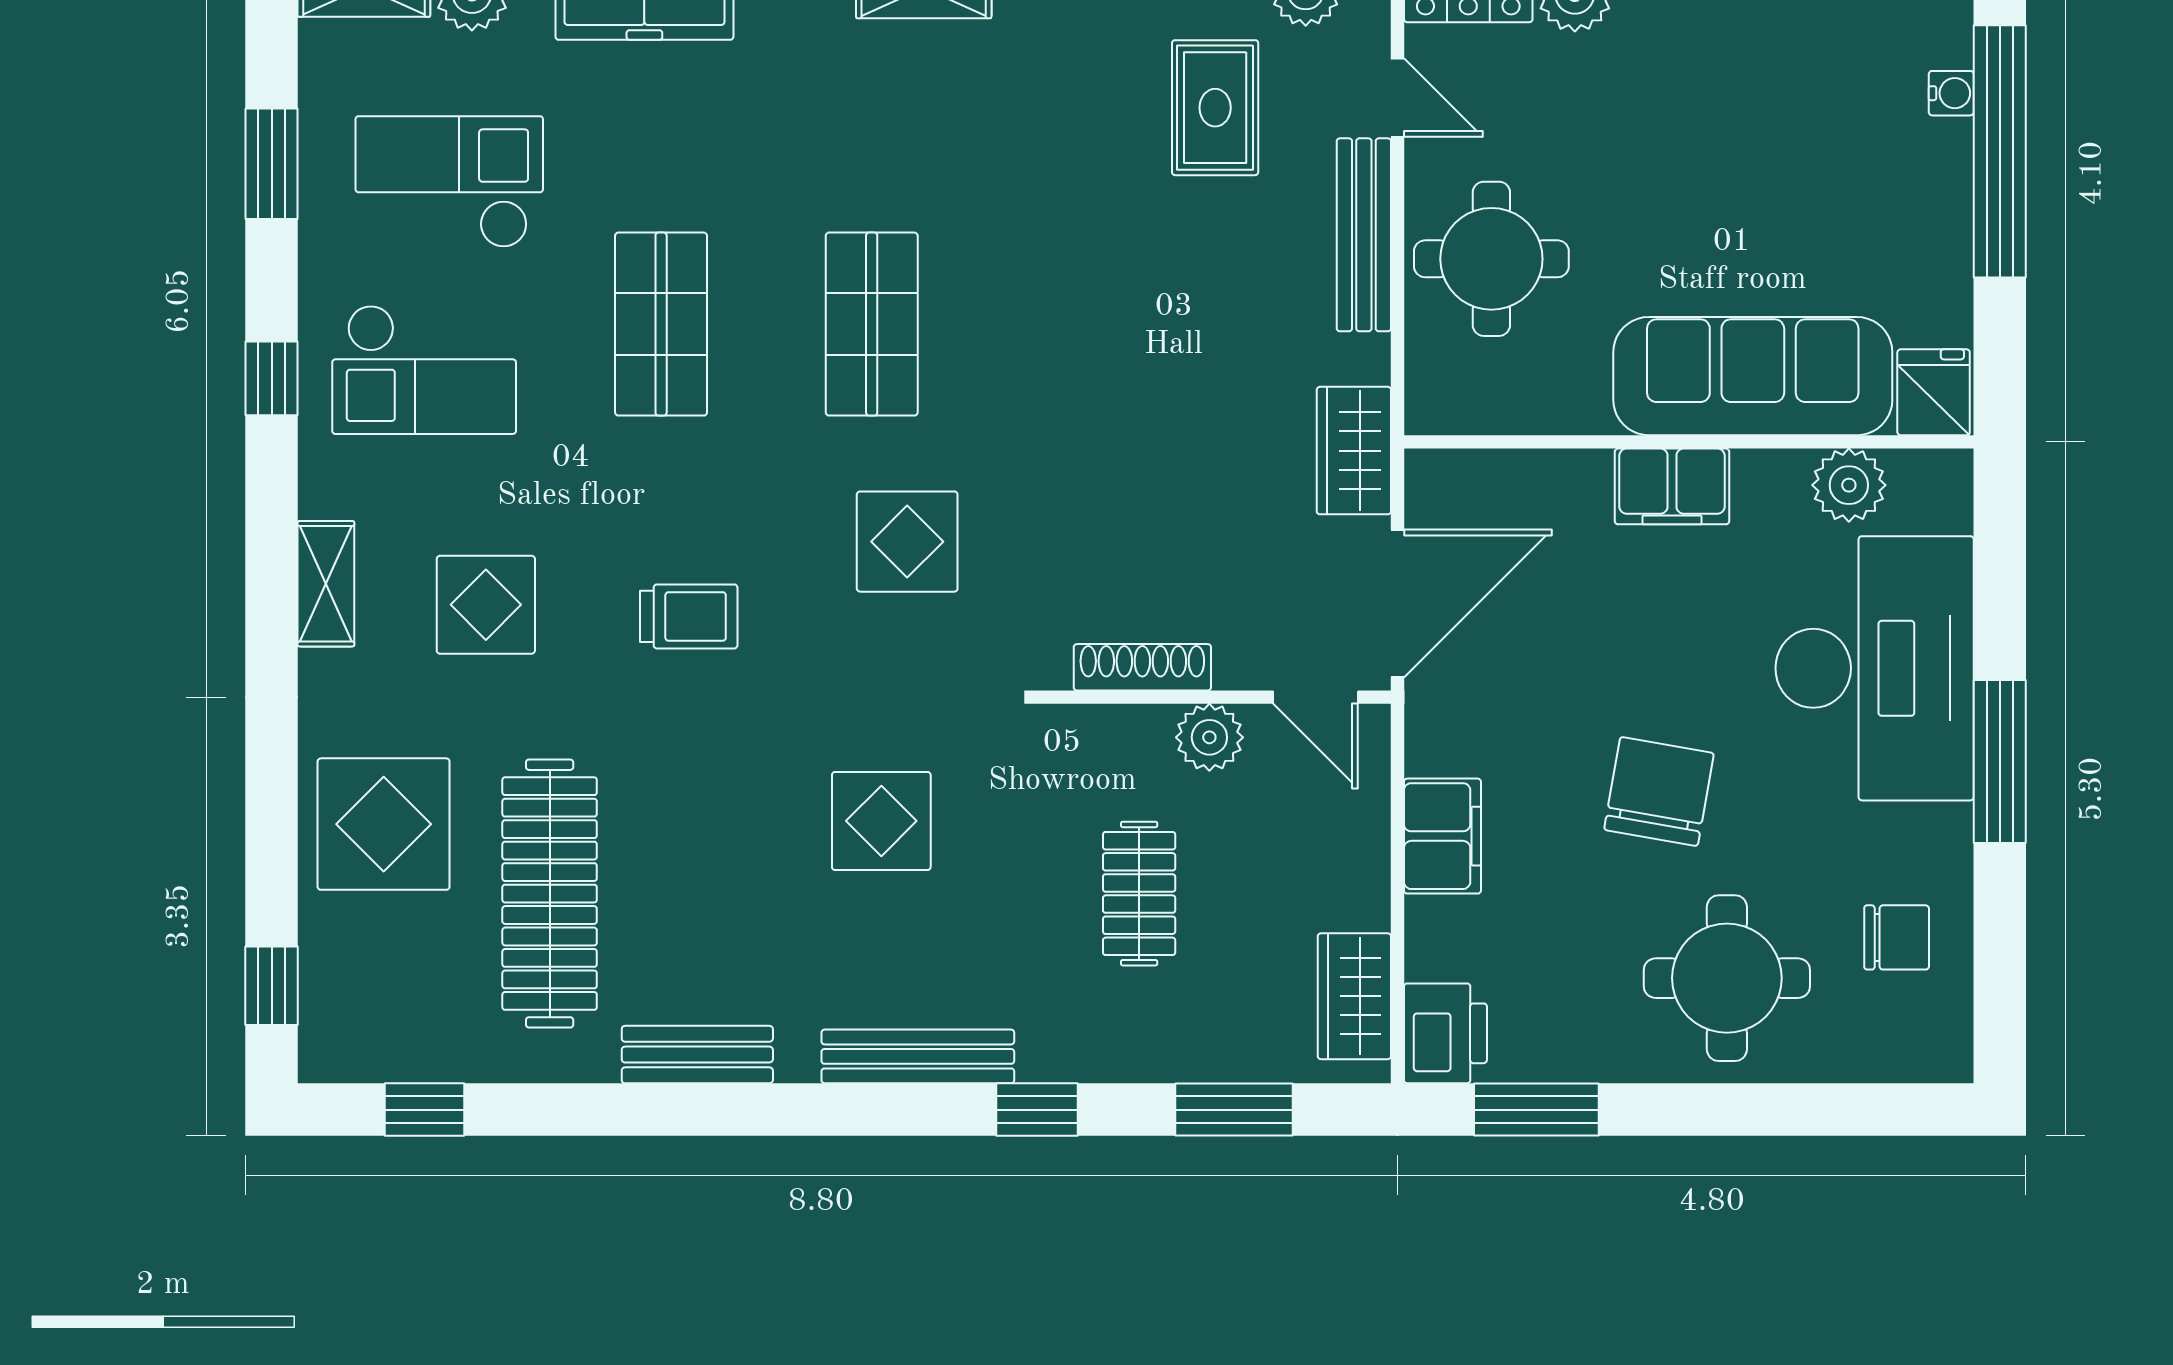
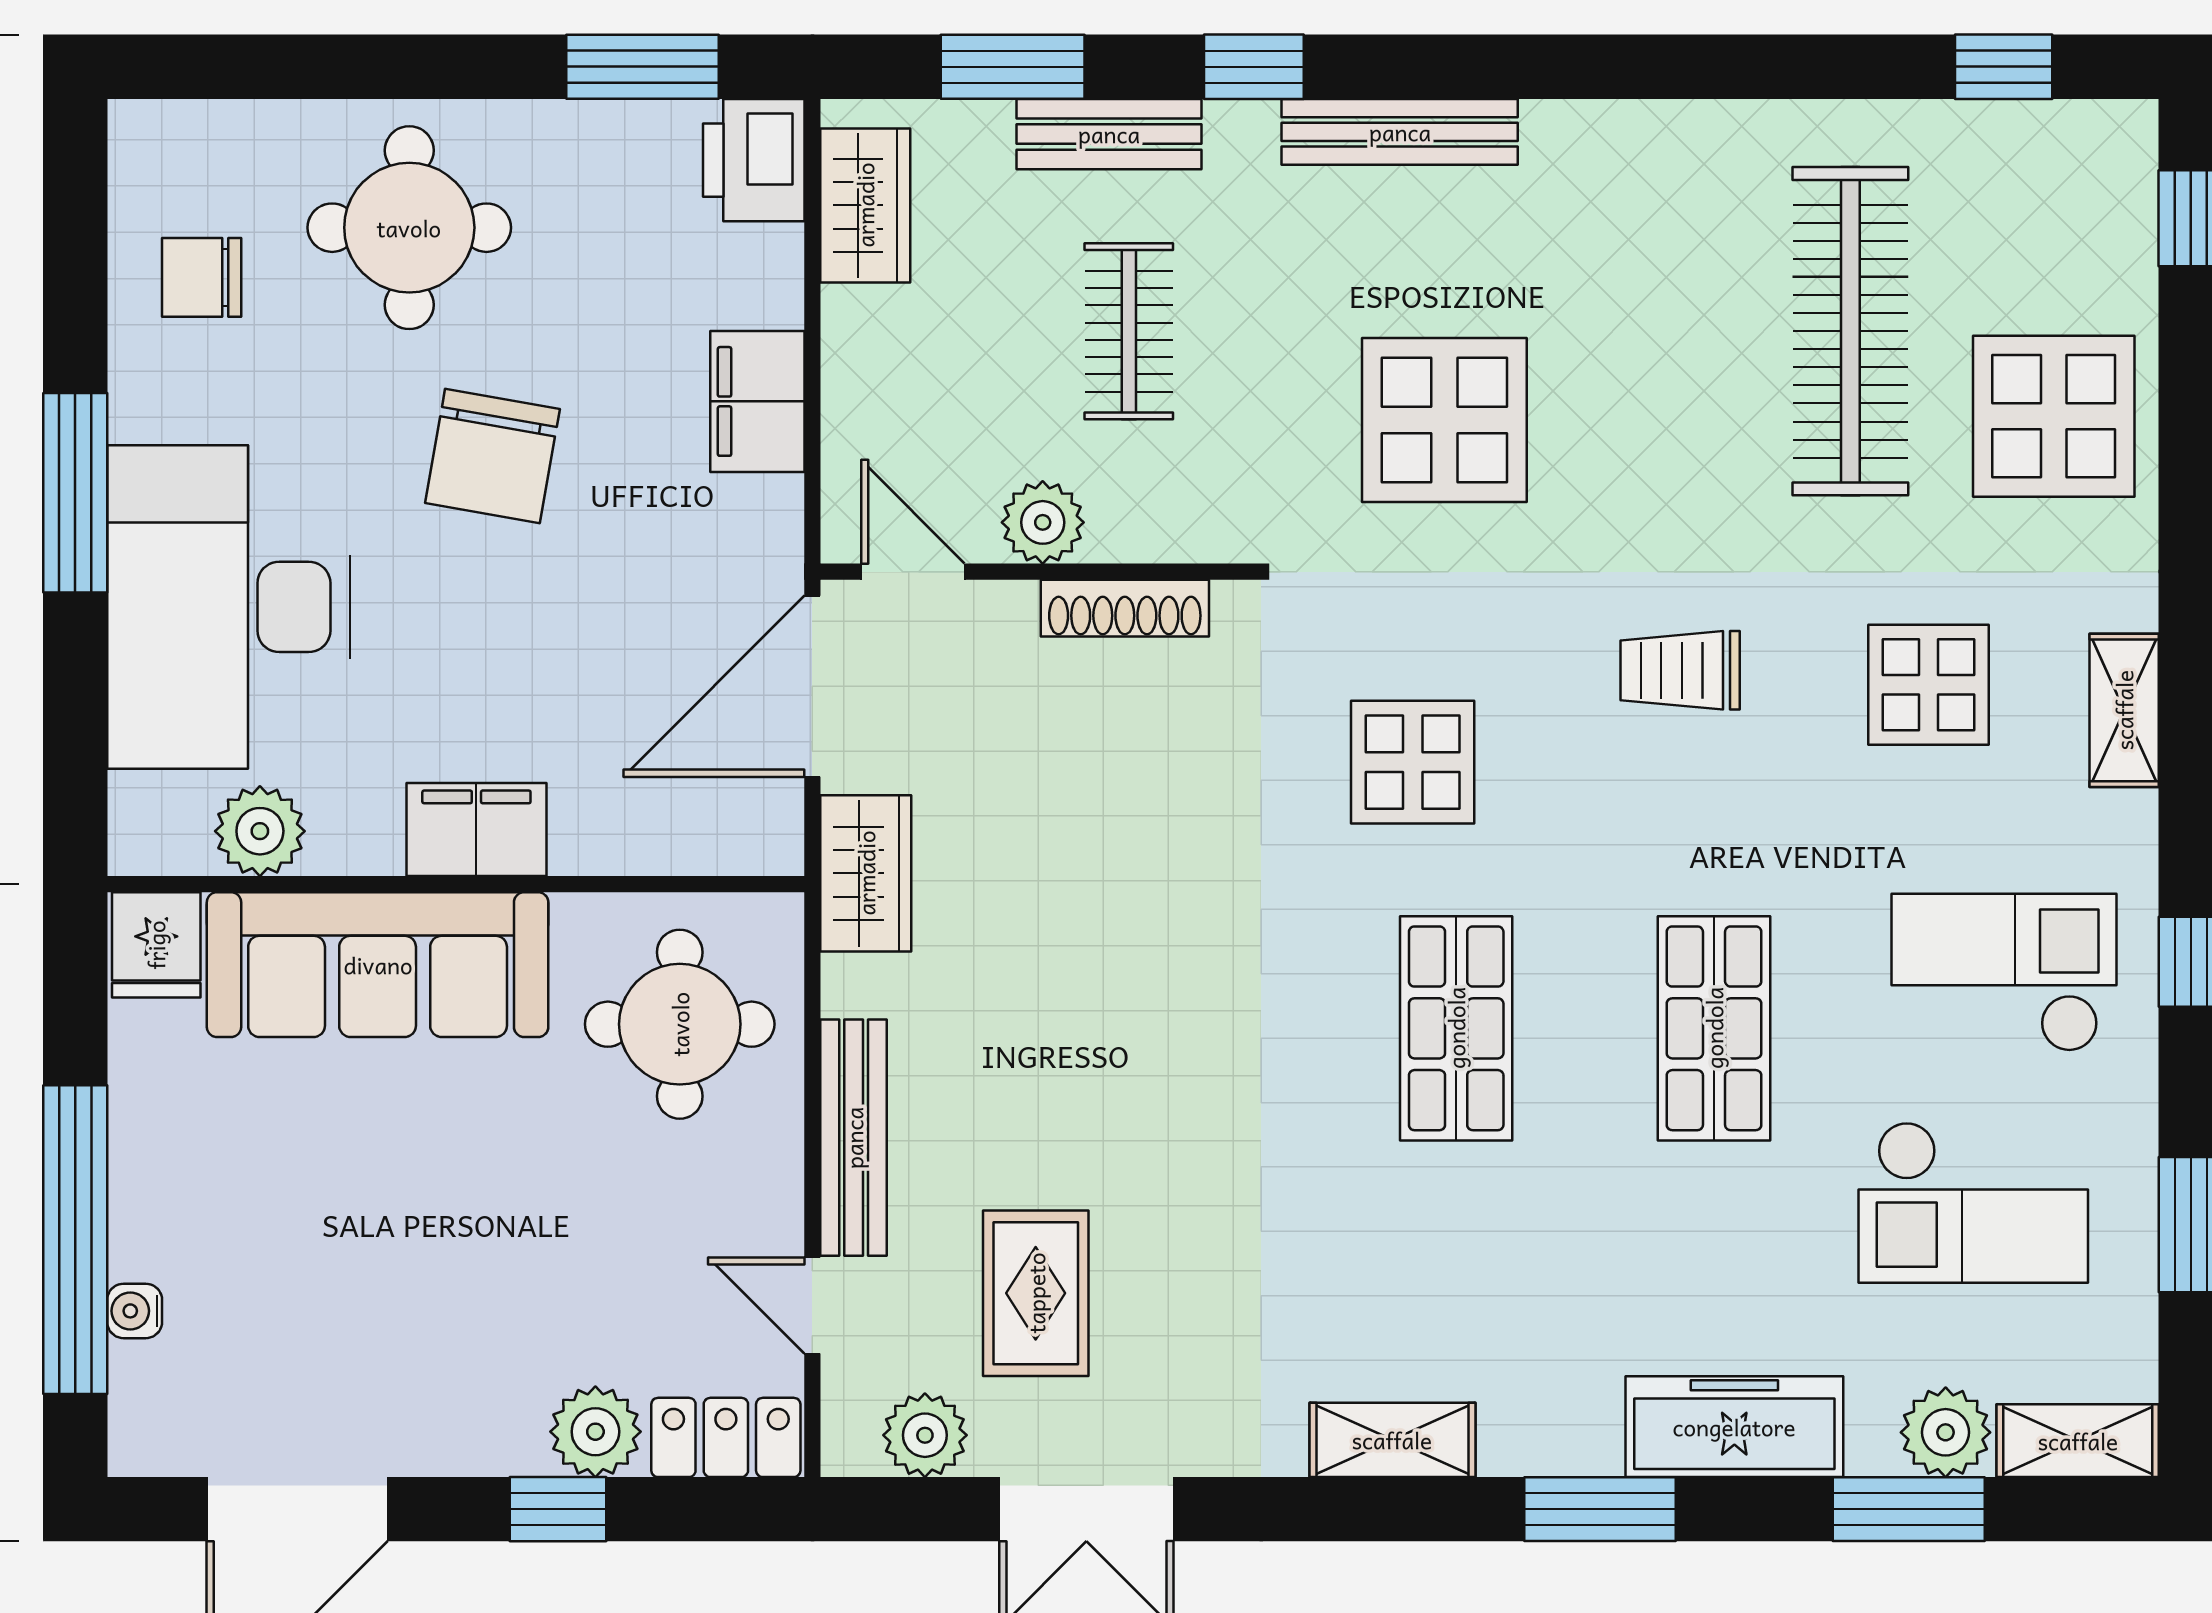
round table: (1491, 259) -> (680, 1024), moved
display table: (881, 821) -> (1444, 420), width x1.36, depth x1.36
bench: (697, 1055) -> (1109, 134), moved

